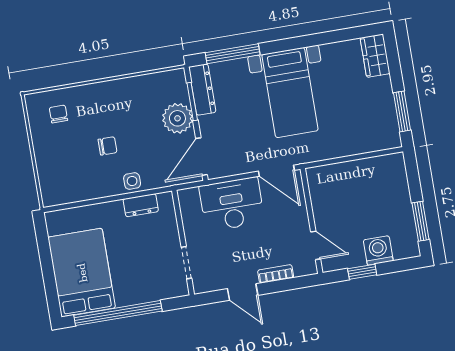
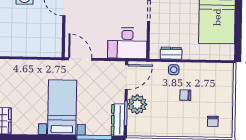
desk: (232, 204) -> (127, 43), moved

